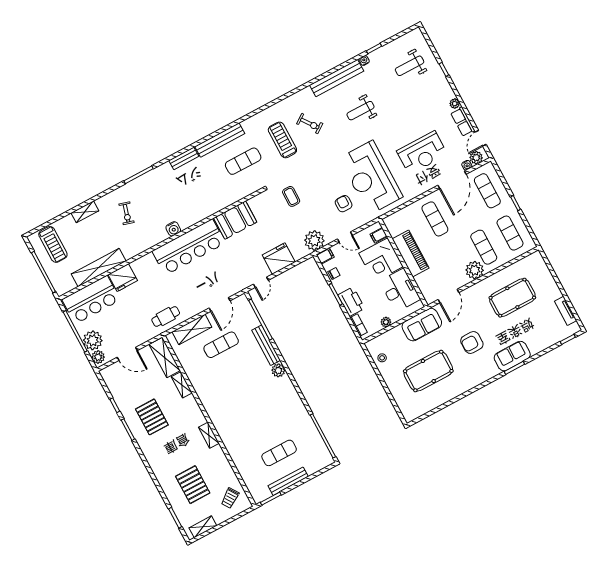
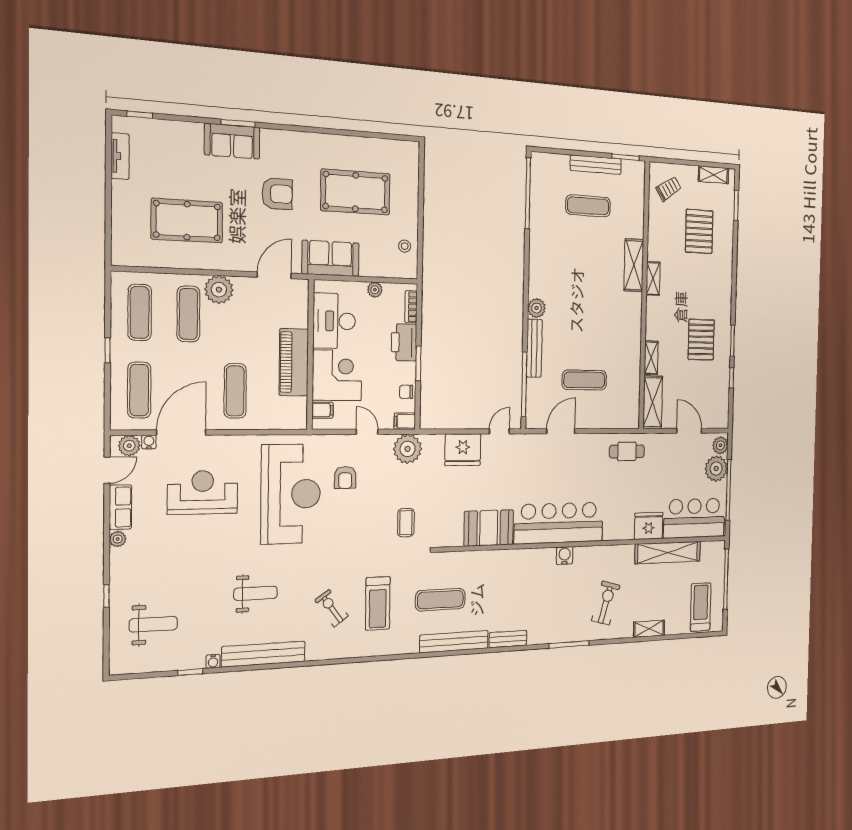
exercise bike: (127, 213) -> (606, 603), width x1.38, depth x1.39
shelving: (192, 329) -> (634, 265), moved, turned 90

